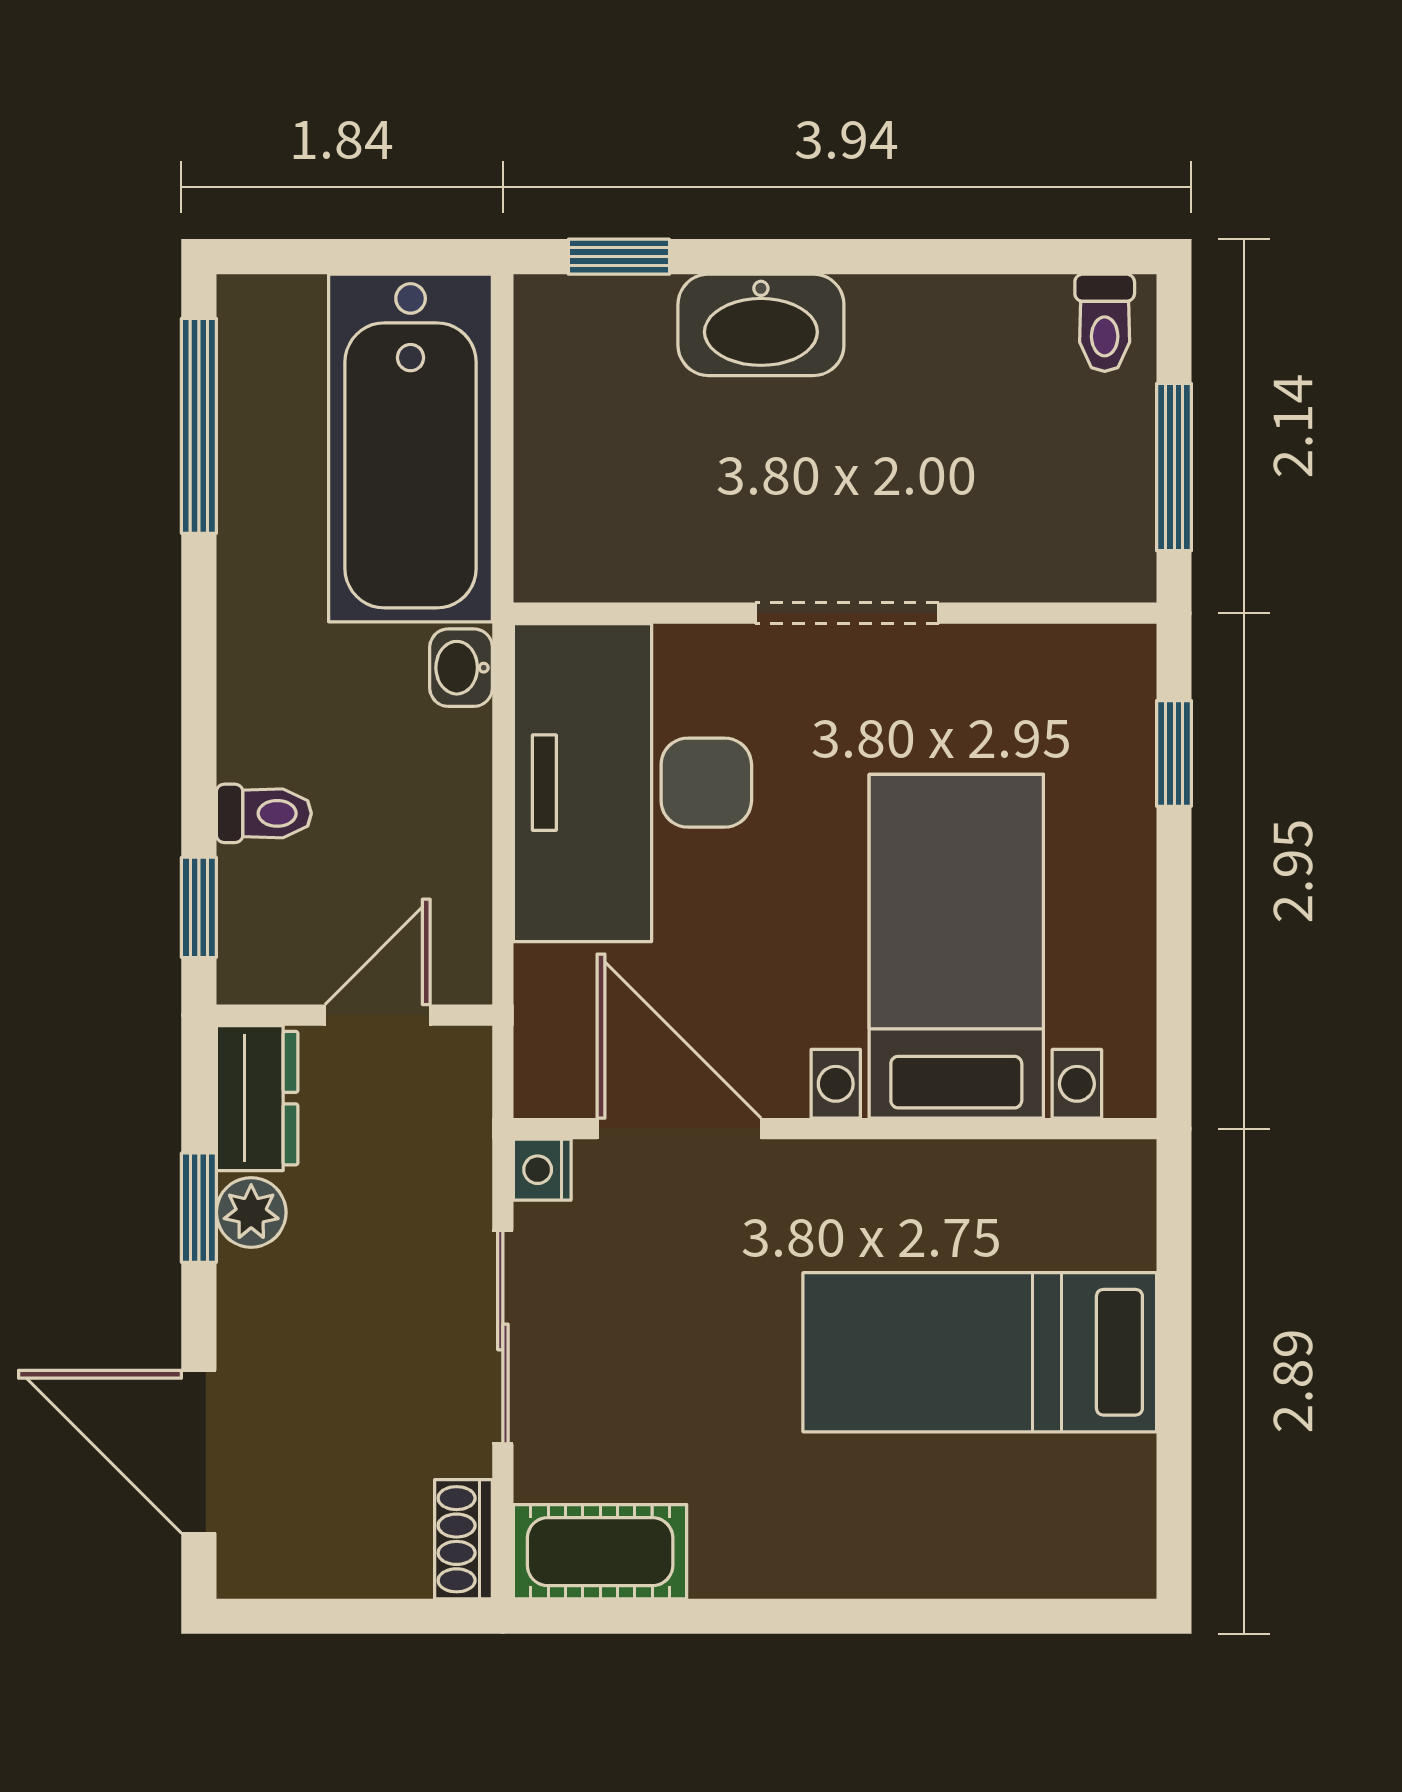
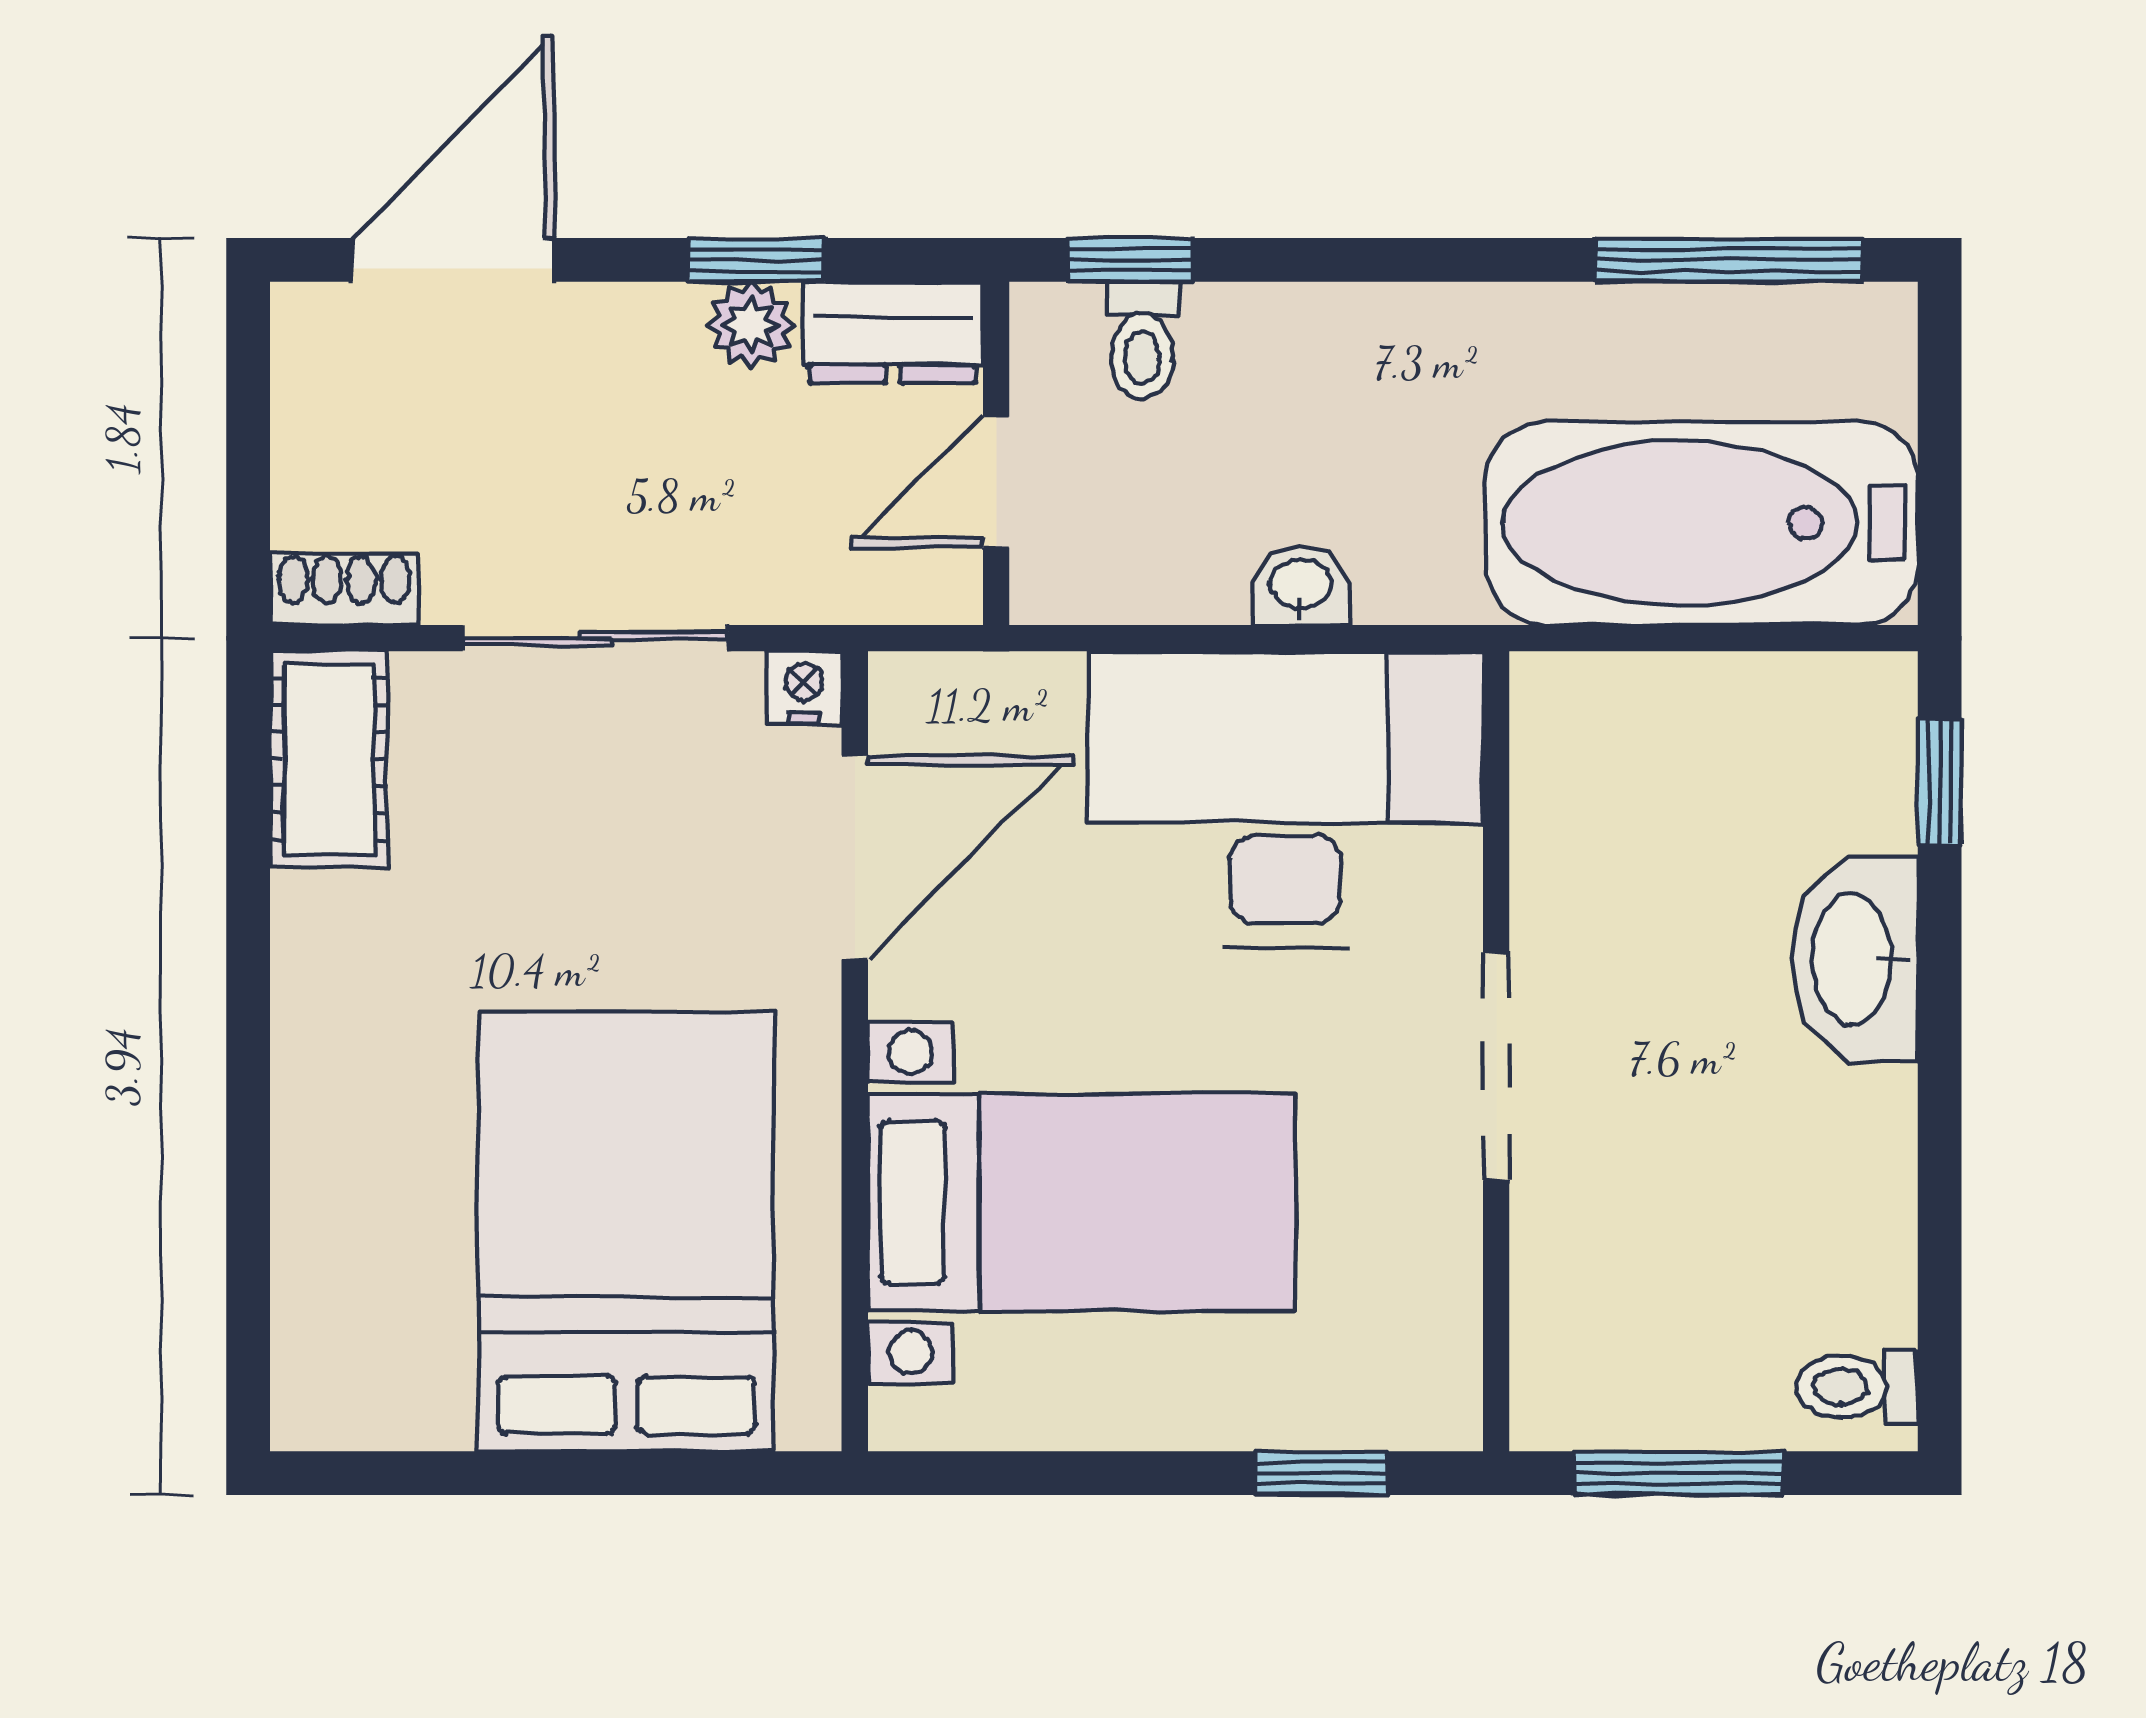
washbasin: (461, 668) -> (1301, 586), moved
toilet: (264, 813) -> (1142, 341), moved
door: (377, 1015) -> (996, 482), swing flipped
bed: (980, 1352) -> (626, 1231), width x1.50

